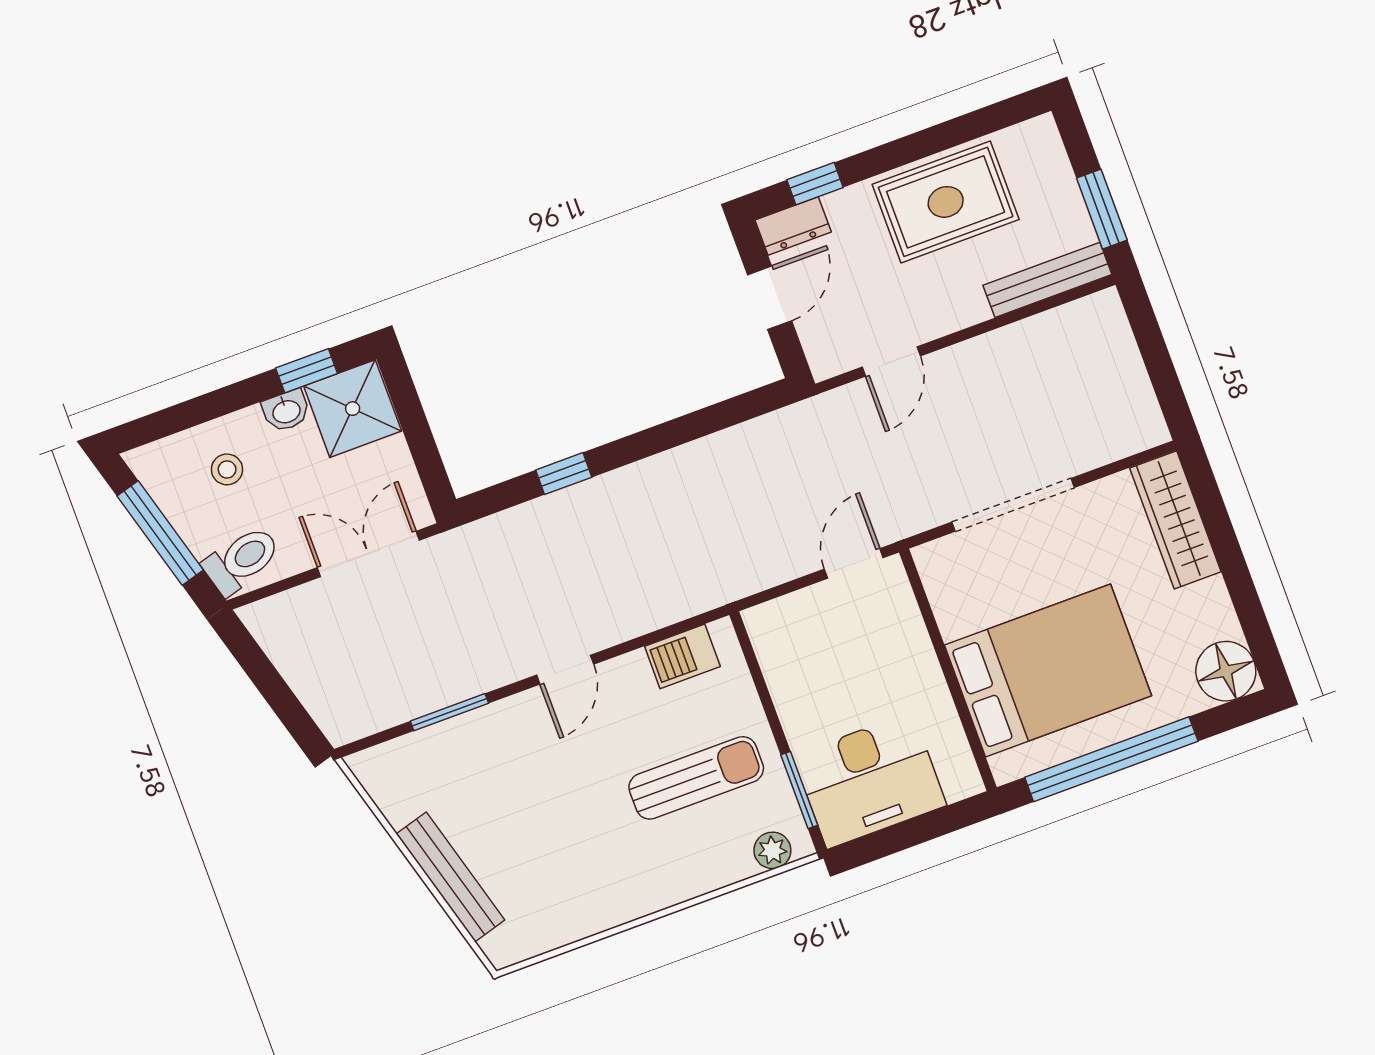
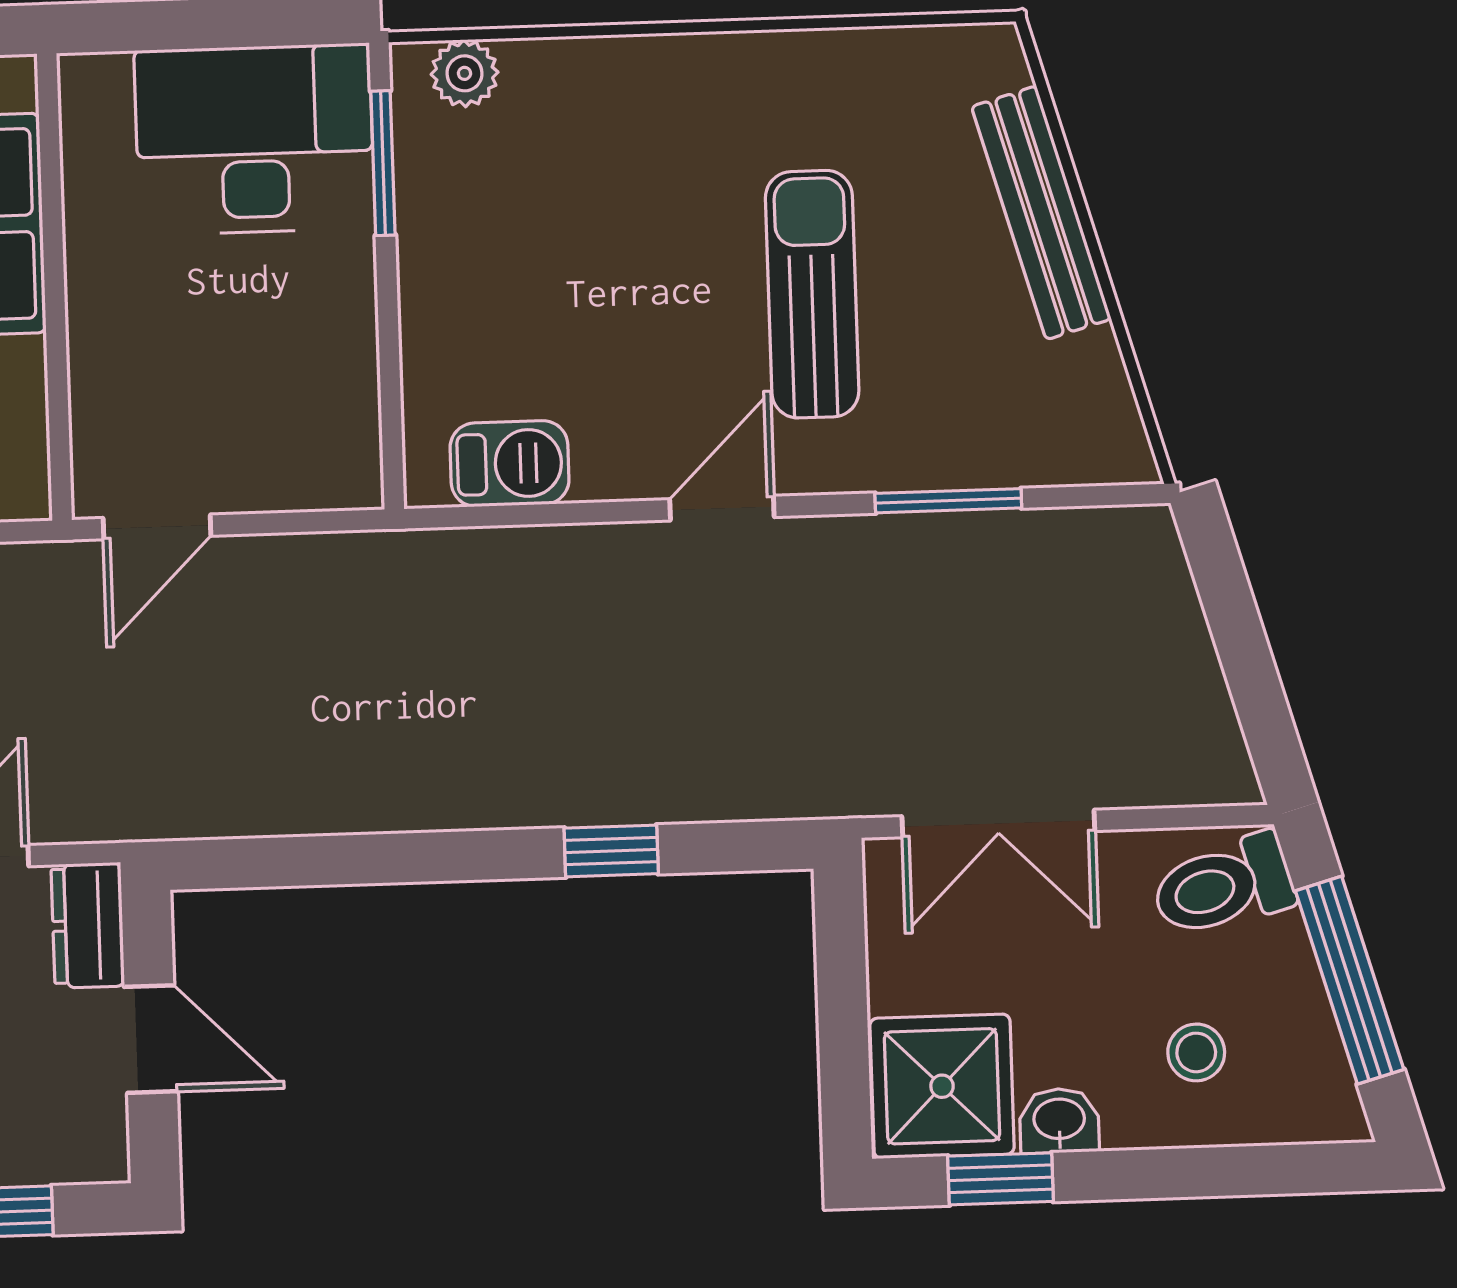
dresser: (793, 226) -> (88, 925), moved, turned -90
door: (770, 298) -> (151, 1039), swing flipped
sun lounger: (696, 778) -> (812, 294), moved, turned 90

